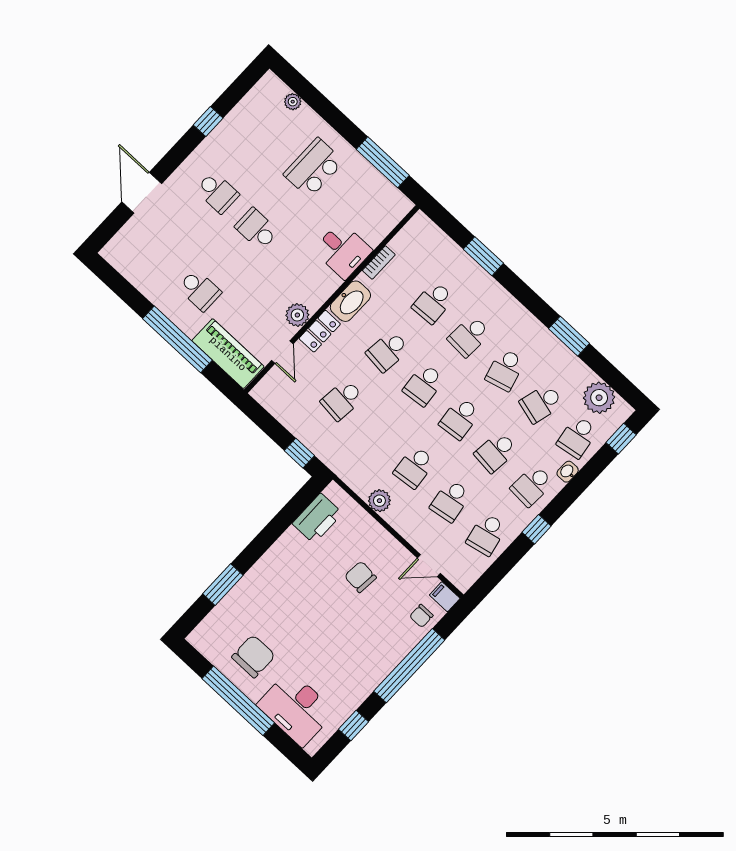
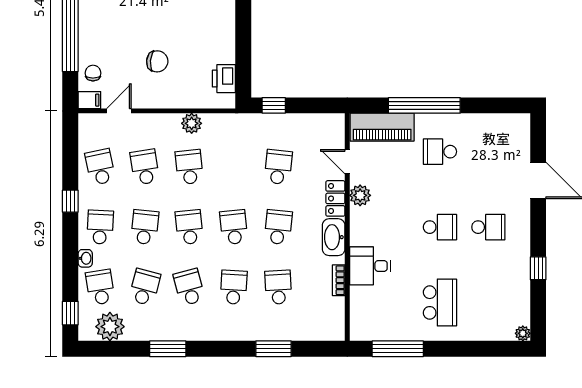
plant: (293, 102) -> (523, 333), moved
school desk: (217, 192) -> (488, 227), turned 180
printer: (317, 518) -> (224, 79), width x0.73, depth x0.84

